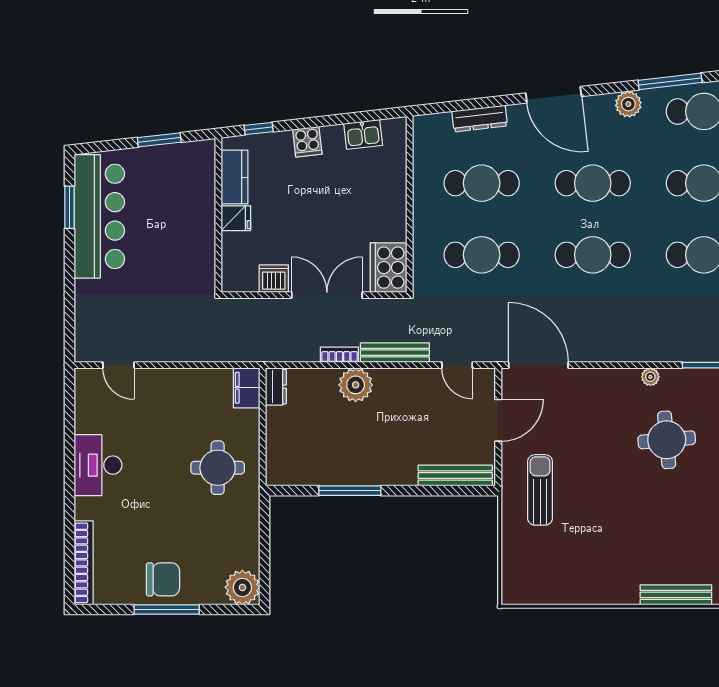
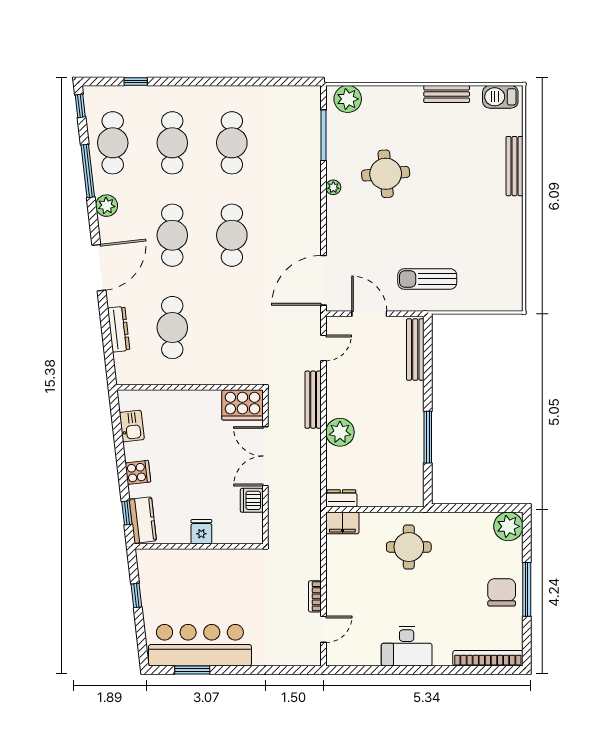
window: (159, 140) -> (136, 596), width x0.67
kitchen counter: (235, 177) -> (143, 520), moved, turned 83
cafe table: (482, 255) -> (232, 328), removed
bookcase: (339, 355) -> (315, 596), moved

